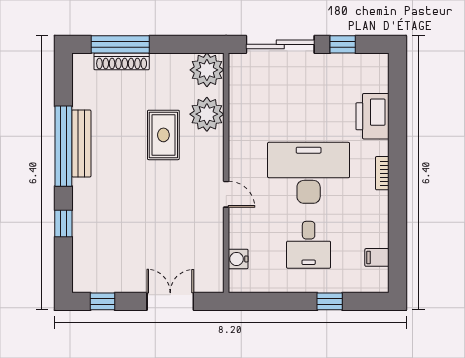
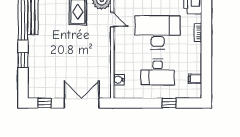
door: (226, 194) -> (112, 20), moved
desk: (309, 245) -> (158, 72), width x1.37
double door: (170, 301) -> (82, 103), width x1.37

